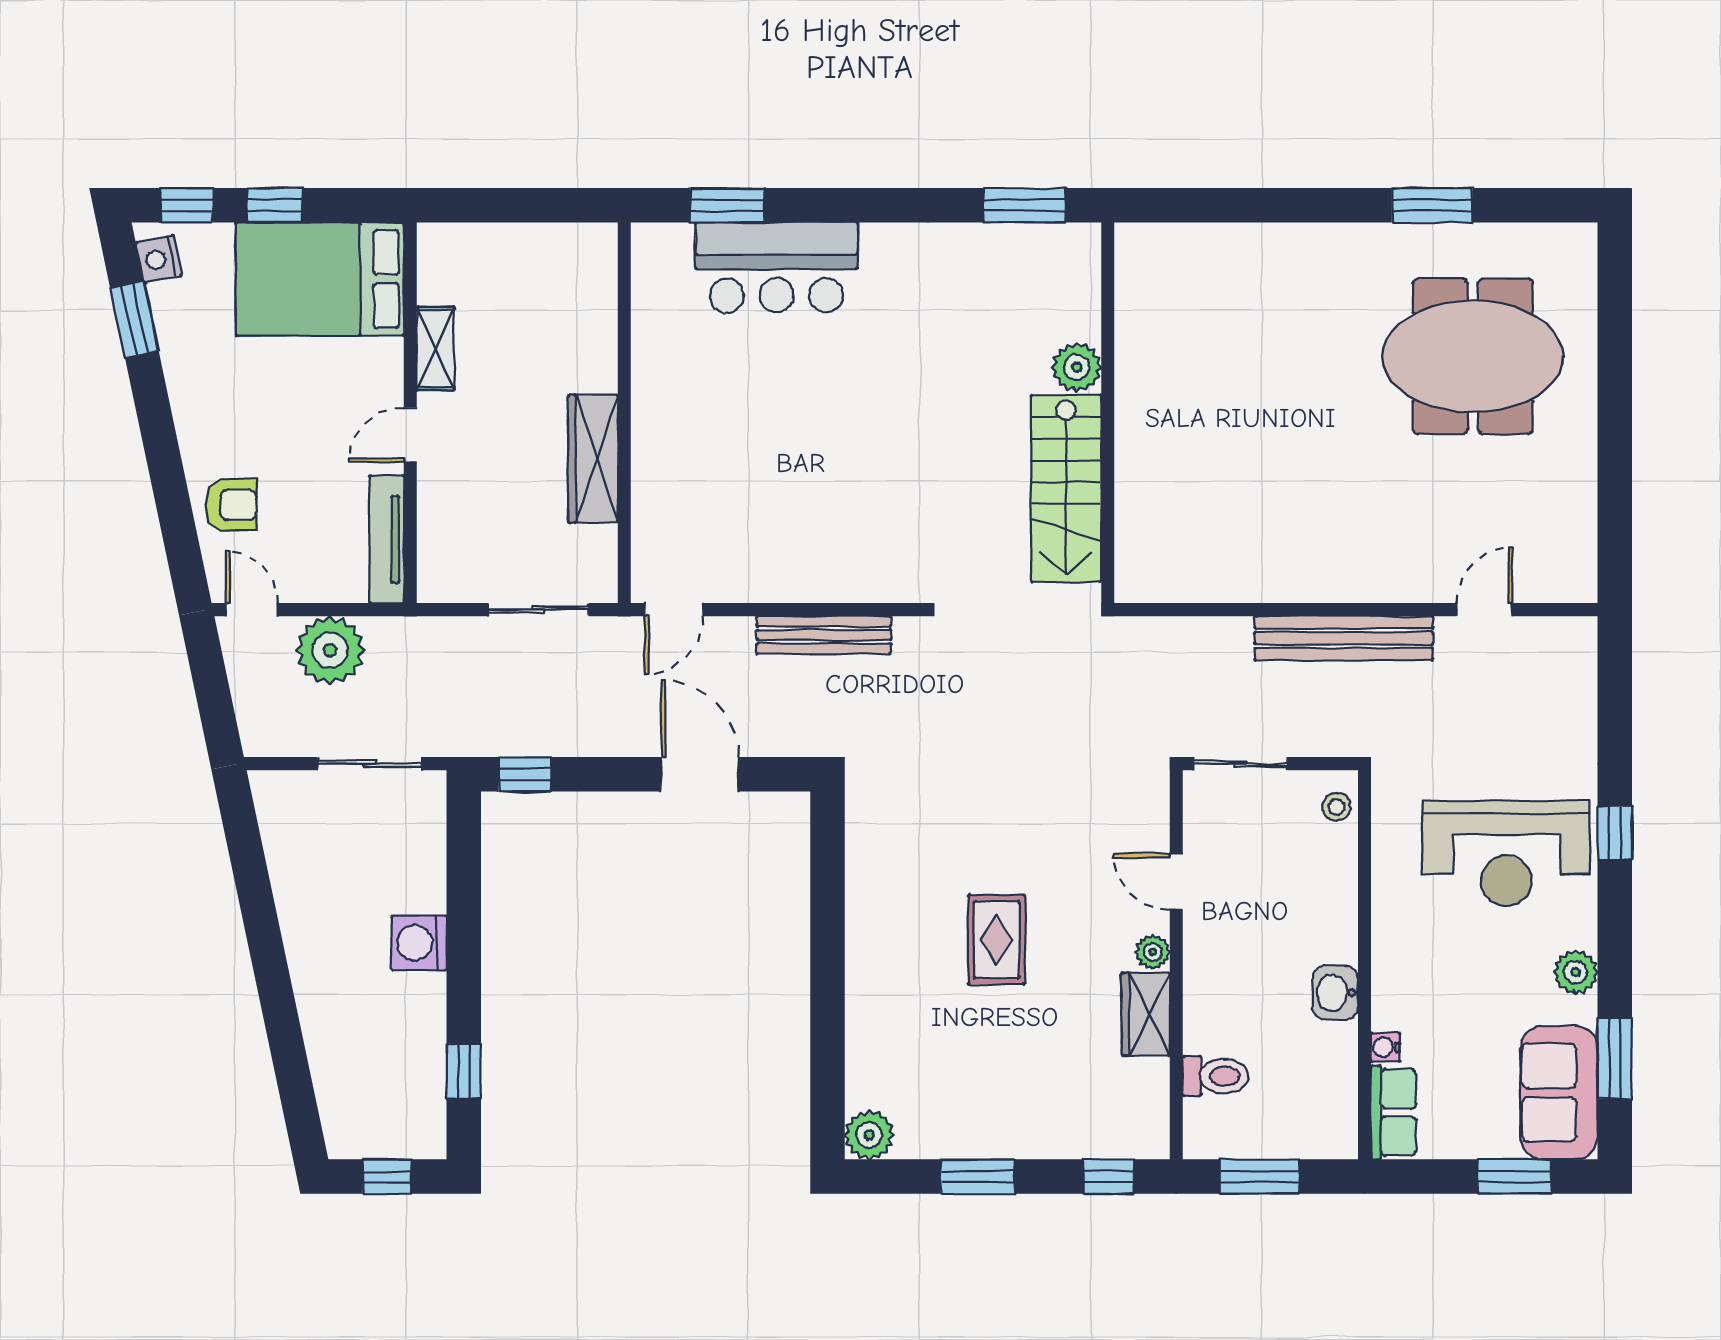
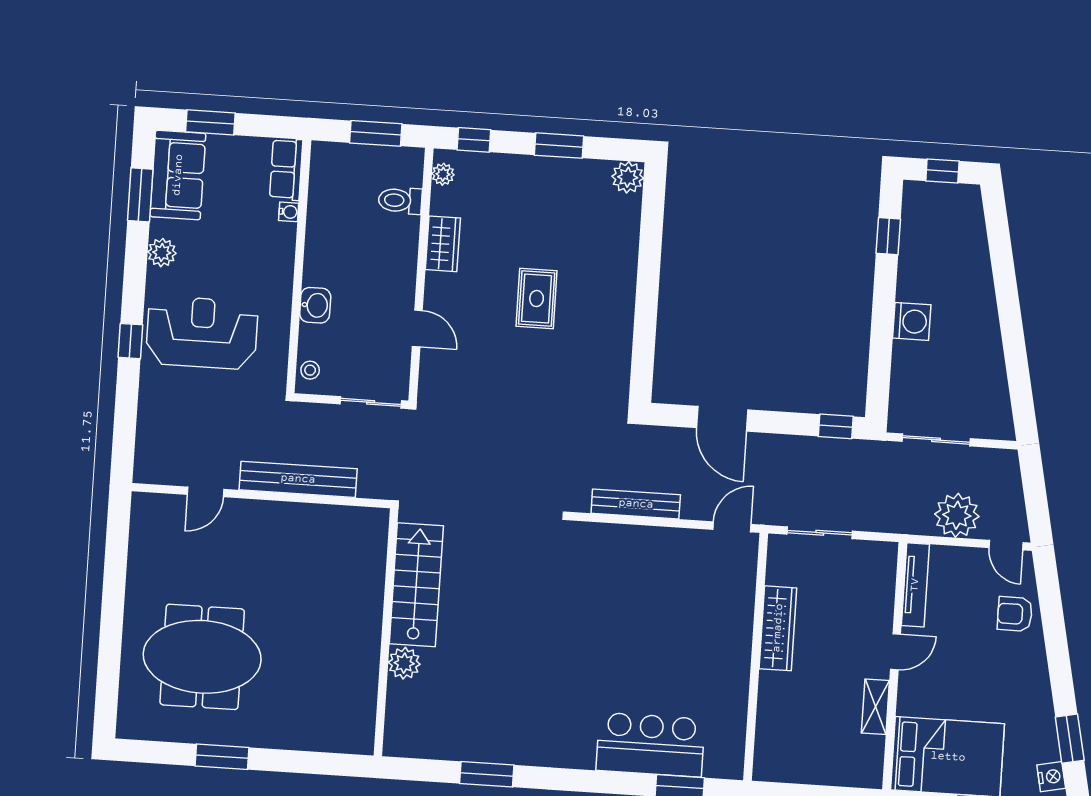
plant: (1077, 367) -> (404, 663), moved
wall: (1108, 413) -> (386, 632), moved
stairs: (1066, 489) -> (416, 585), moved
plant: (1153, 952) -> (443, 174), moved
washbasin: (1335, 993) -> (315, 305), moved

